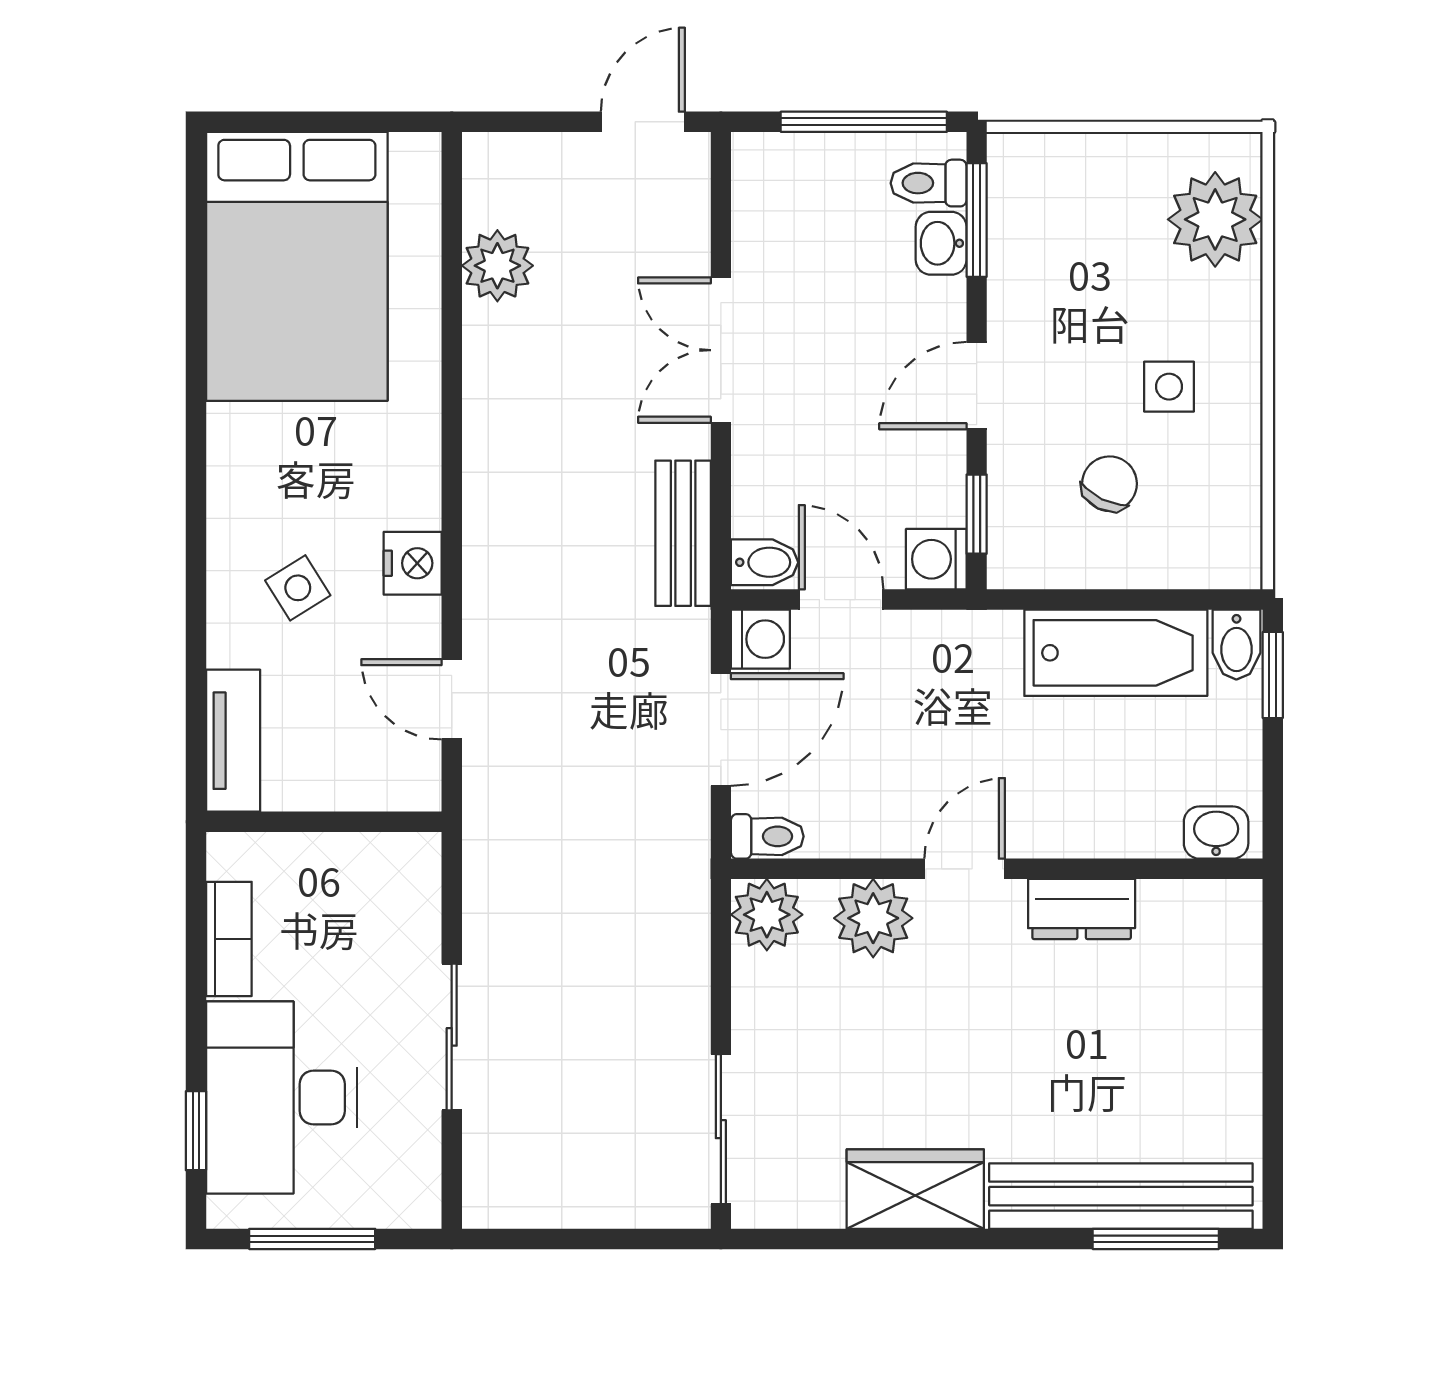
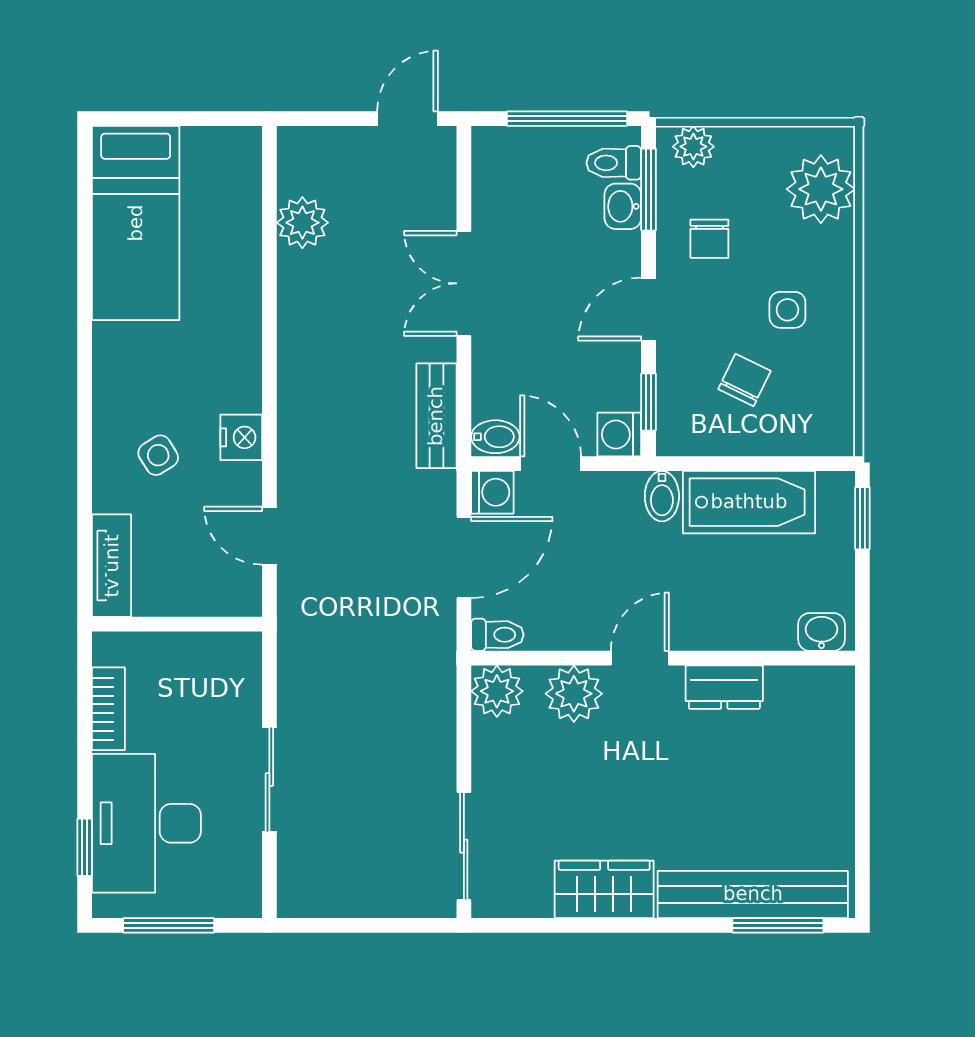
plant: (1039, 161) -> (693, 147), added
bed: (297, 266) -> (136, 223), width x0.67
chair: (1061, 288) -> (709, 239), added
bidet: (1236, 645) -> (662, 496), moved

